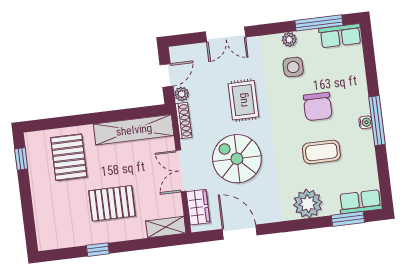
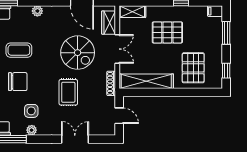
door: (167, 75) -> (119, 116), swing flipped
plant: (182, 94) -> (110, 102), removed
chair: (318, 107) -> (18, 82), turned 90
plant: (308, 204) -> (37, 11), width x0.53, depth x0.53
window: (28, 213) -> (226, 33), added
filing cabinet: (48, 242) -> (215, 11), added

